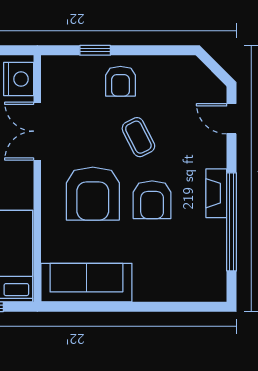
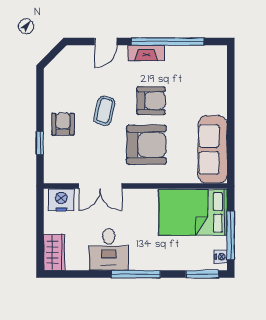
armchair: (120, 81) -> (63, 124), turned -90
door: (232, 119) -> (106, 42), moved
coffee table: (138, 137) -> (105, 111), turned -50

